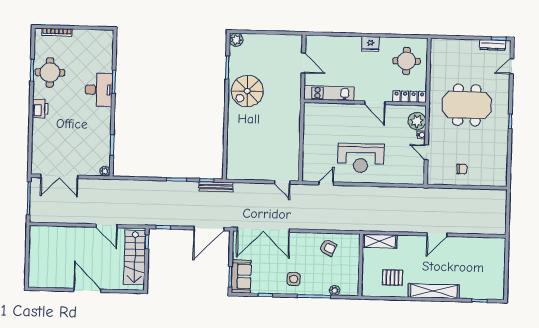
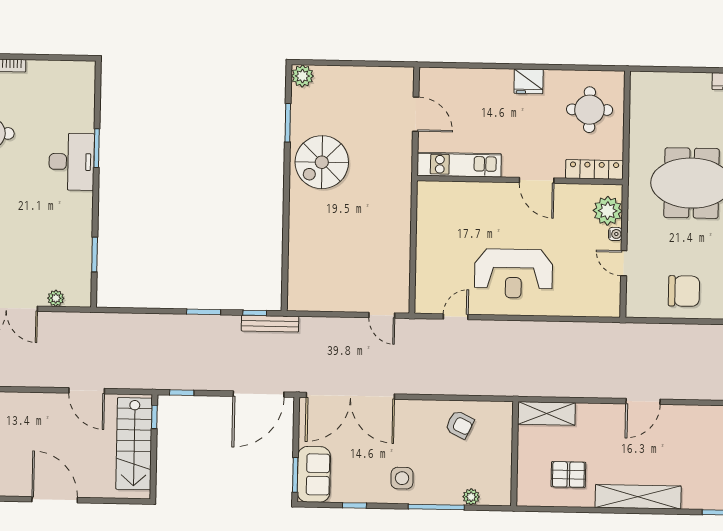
chair: (462, 169) -> (684, 291), width x1.87, depth x1.87
plant: (105, 171) -> (56, 298), moved

